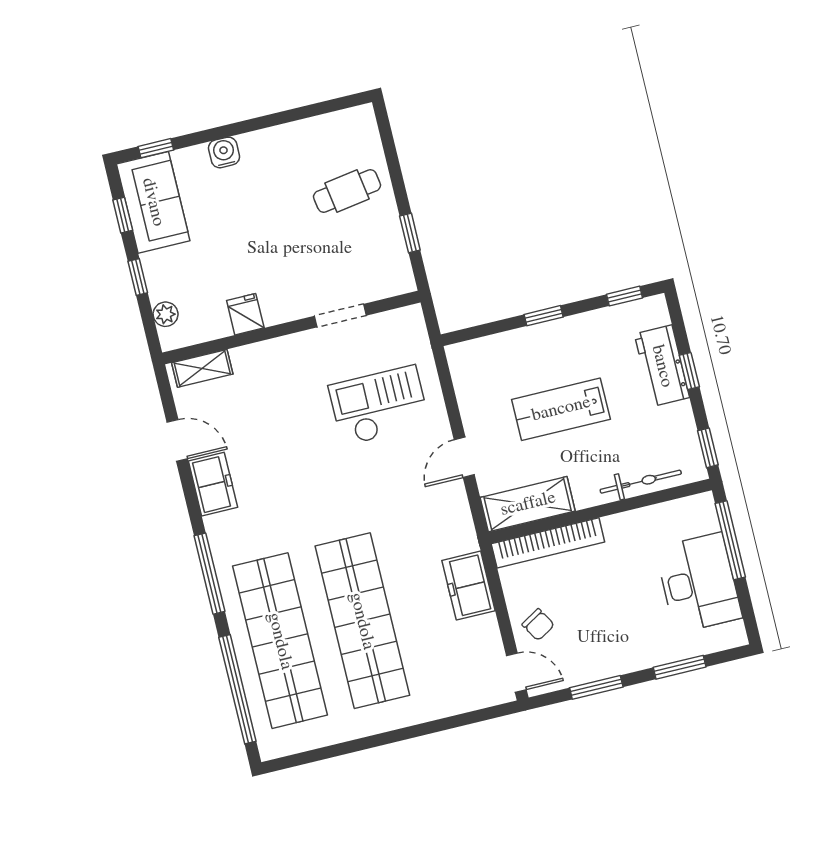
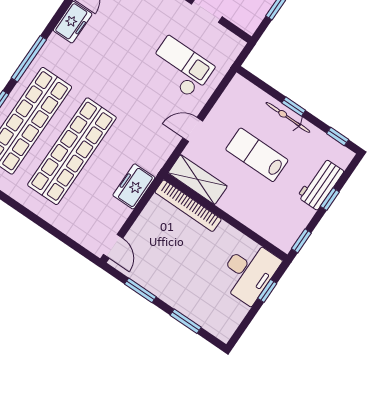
bicycle: (641, 482) -> (288, 117), moved, turned 180
window: (730, 540) -> (267, 291), width x0.46
desk: (699, 583) -> (249, 272), moved
chair: (538, 625) -> (145, 236), removed

